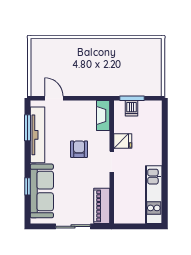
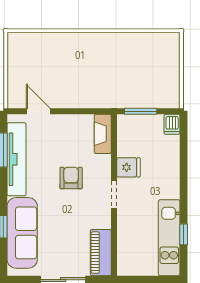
dishwasher: (131, 108) -> (172, 124), moved
window: (165, 192) -> (184, 234), added

